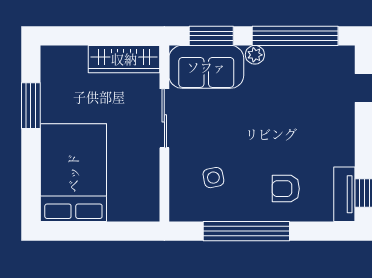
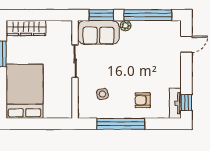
wardrobe: (124, 59) -> (26, 28), moved

